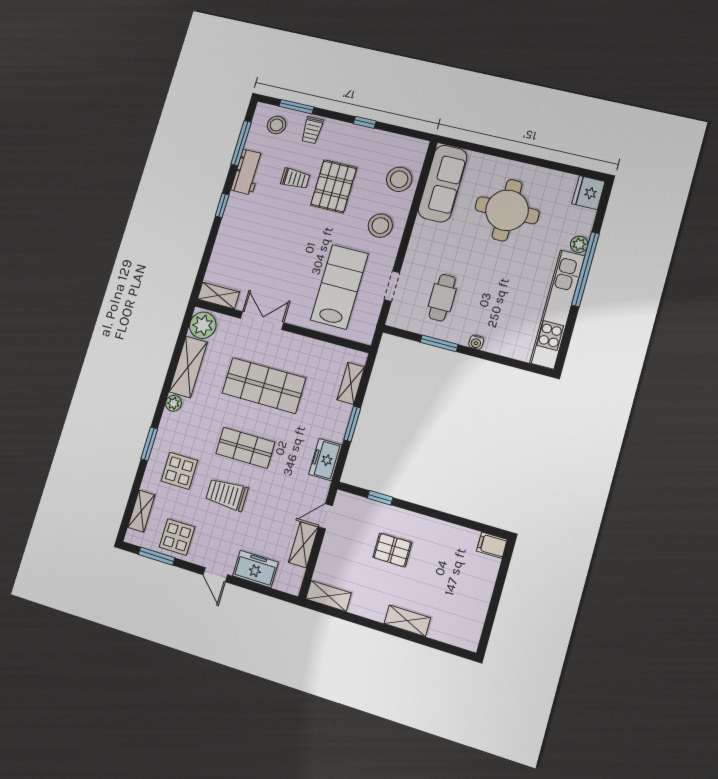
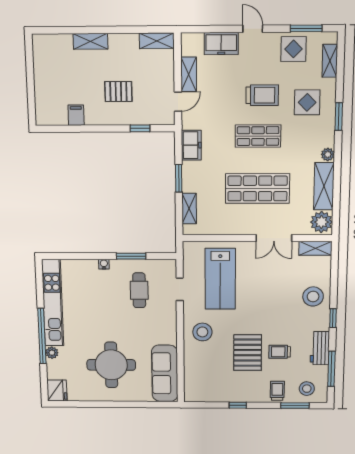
stool: (399, 179) -> (313, 296), moved
filing cabinet: (492, 545) -> (76, 115), moved, turned -90

